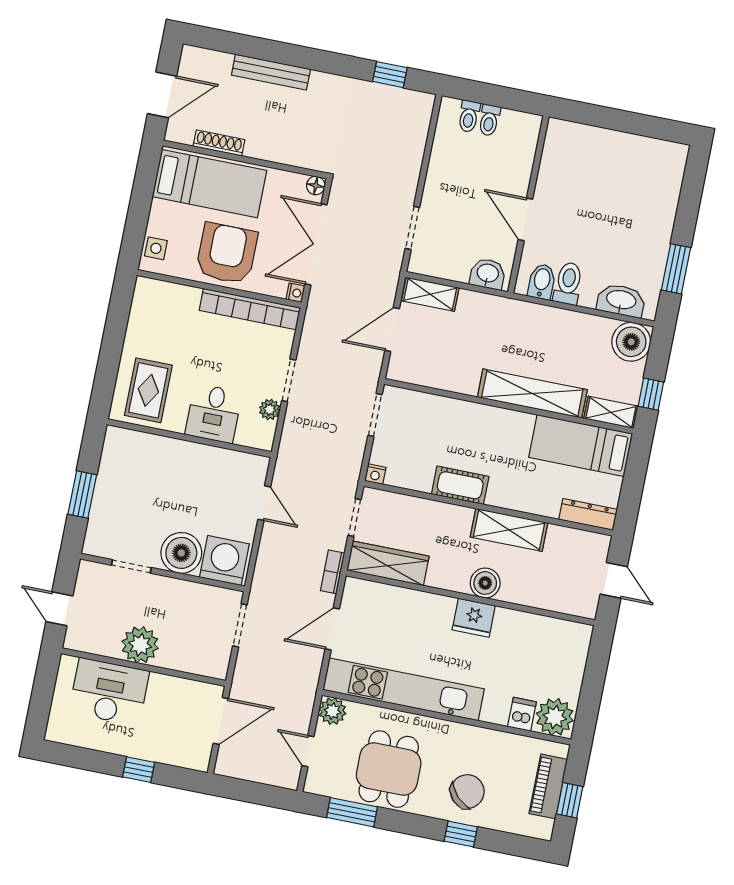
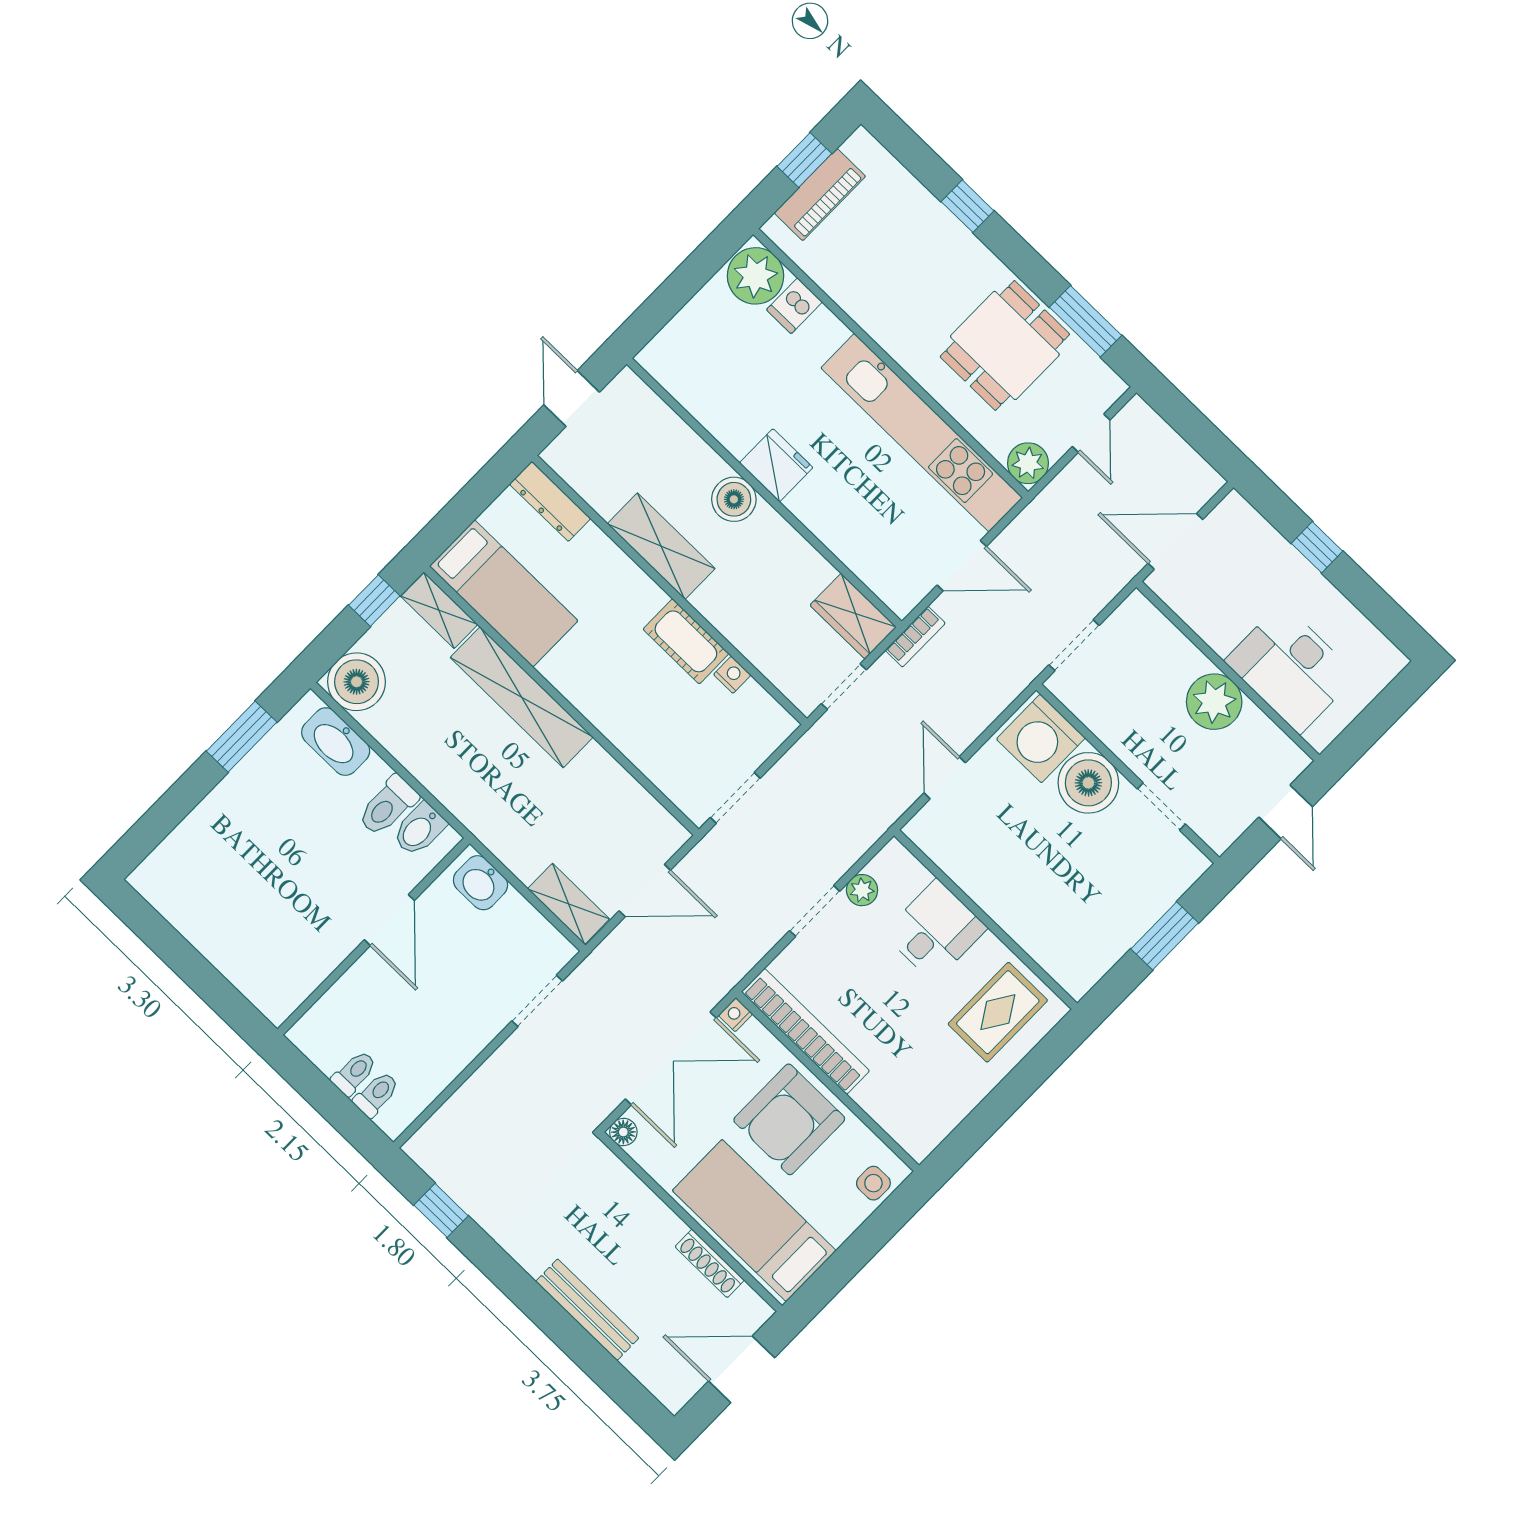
nightstand: (375, 474) -> (732, 675), moved
wardrobe: (388, 563) -> (853, 616), width x0.67
chair: (467, 792) -> (925, 254), removed

